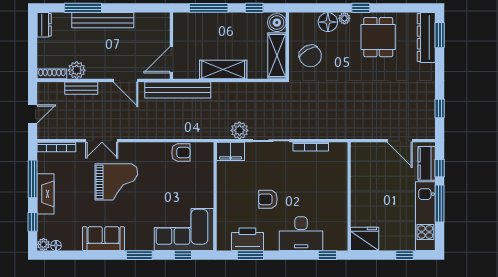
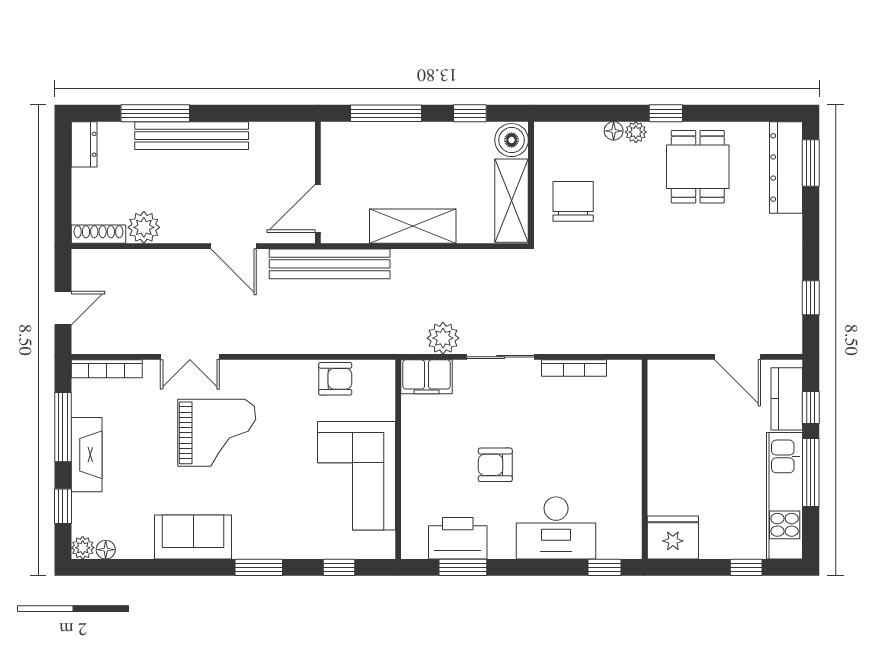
floor lamp: (328, 22) -> (614, 131), width x0.53, depth x0.53
chair: (310, 56) -> (573, 201), turned -150
bench: (81, 88) -> (152, 260), removed
corner sofa: (184, 230) -> (356, 476), moved, turned -90

